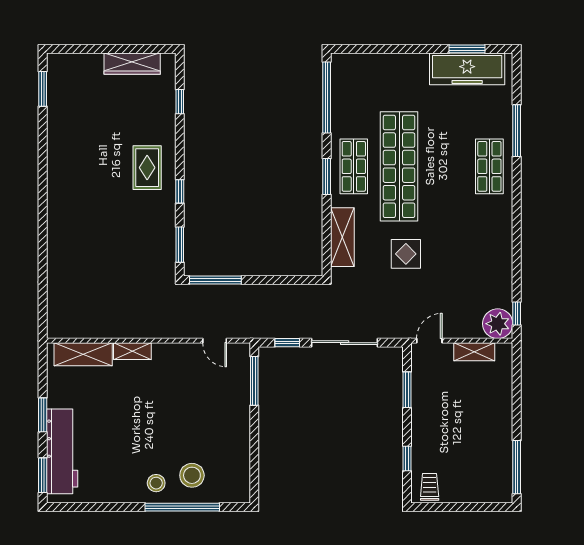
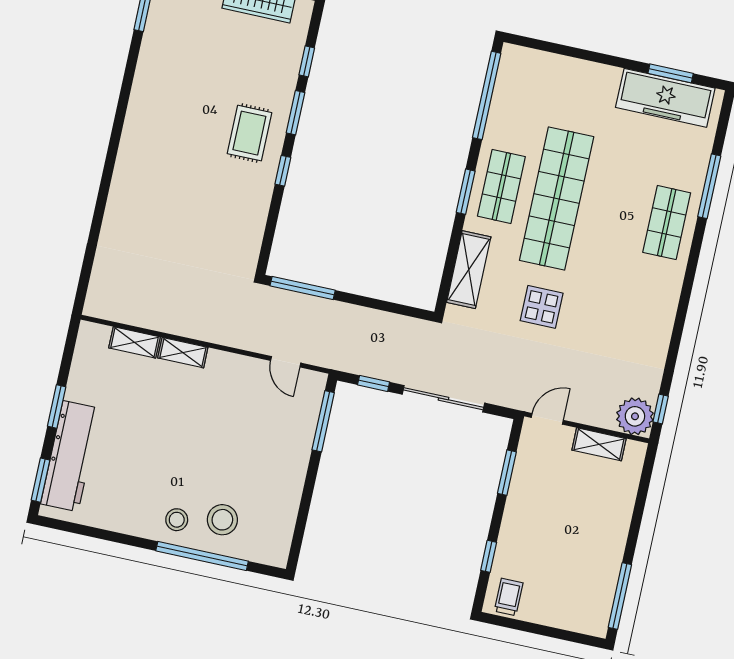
window: (180, 245) -> (296, 113), moved
shelving: (83, 354) -> (135, 342), width x0.67, depth x0.75

